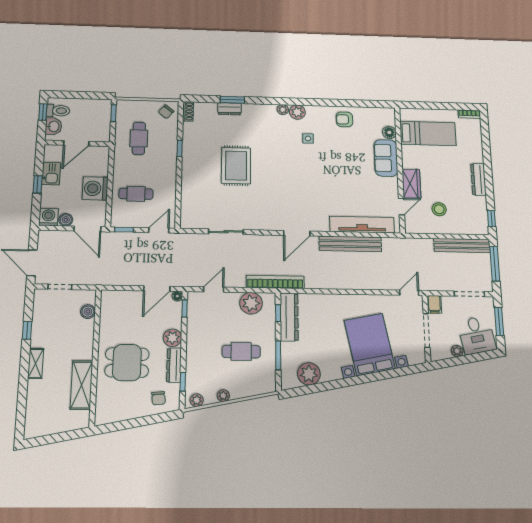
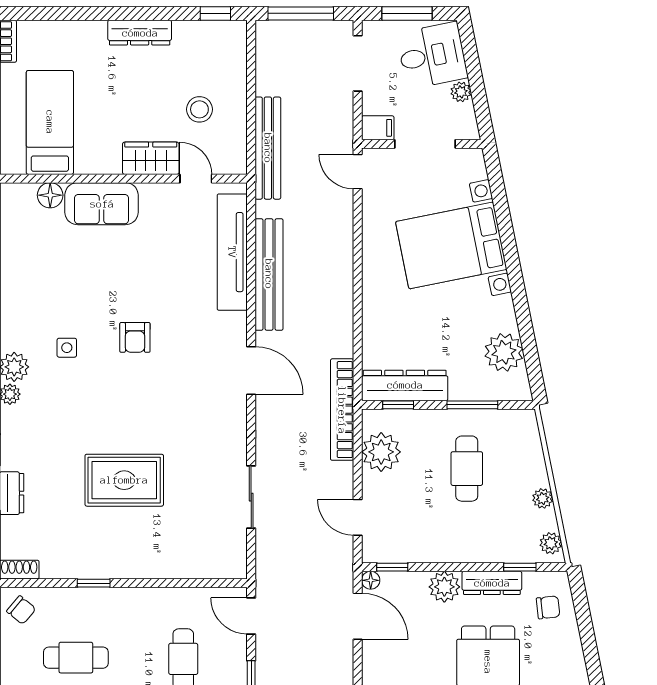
armchair: (344, 119) -> (135, 337), moved
bench: (462, 246) -> (268, 148), moved

